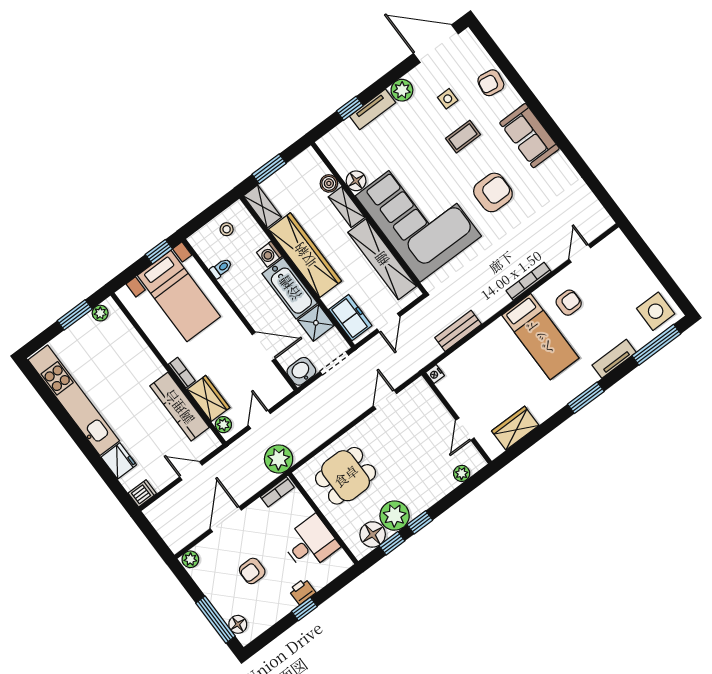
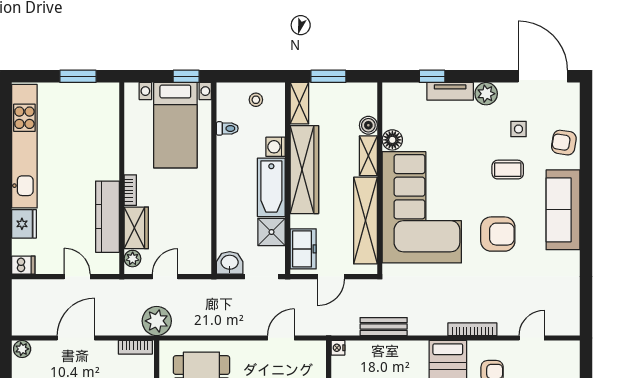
sofa: (529, 136) -> (563, 210), width x1.36
plant: (100, 313) -> (100, 91), removed
door: (264, 347) -> (214, 219), removed

